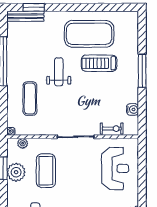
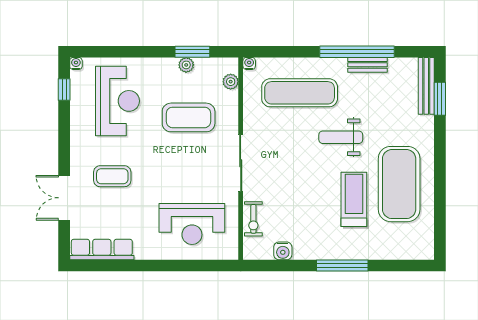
bench: (12, 54) -> (368, 65), added
weight bench: (59, 72) -> (341, 137), turned 180
exercise mat: (30, 99) -> (300, 93), width x1.36, depth x1.45
plant: (16, 172) -> (186, 65), width x0.53, depth x0.53

